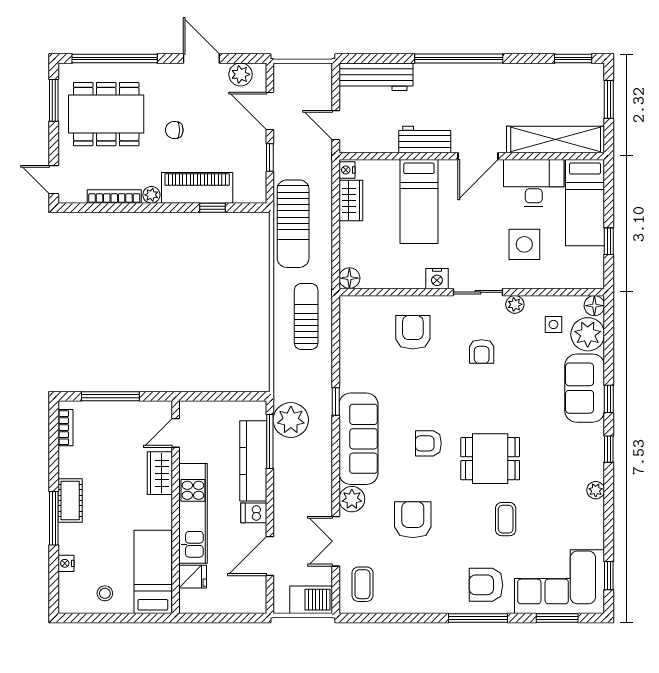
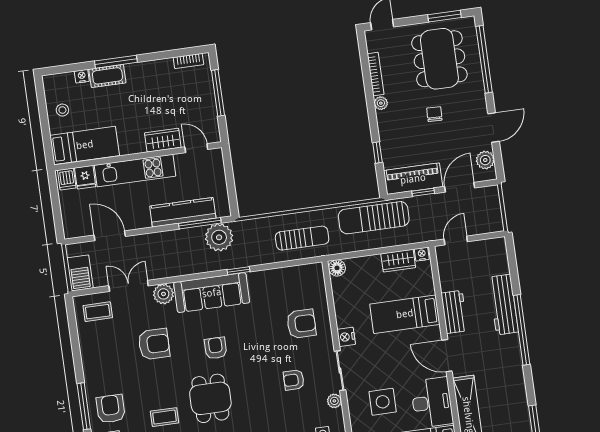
workbench: (376, 77) -> (503, 305), moved
piano: (197, 188) -> (413, 179), moved, turned -90
cot: (70, 500) -> (107, 76), moved
dishwasher: (254, 513) -> (67, 179), moved, turned 180

